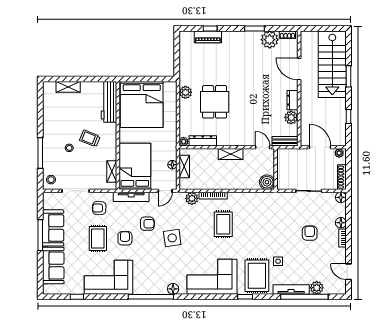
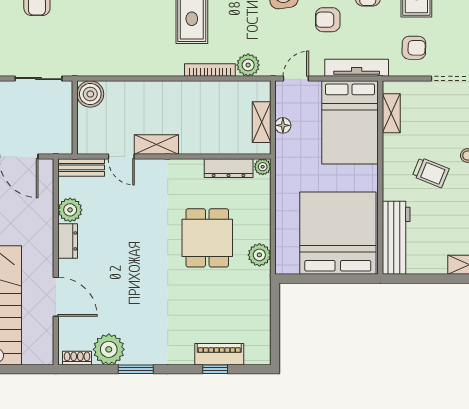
shelving: (231, 154) -> (156, 145), moved
wall: (276, 169) -> (75, 117), moved
boiler: (267, 182) -> (90, 94), moved

